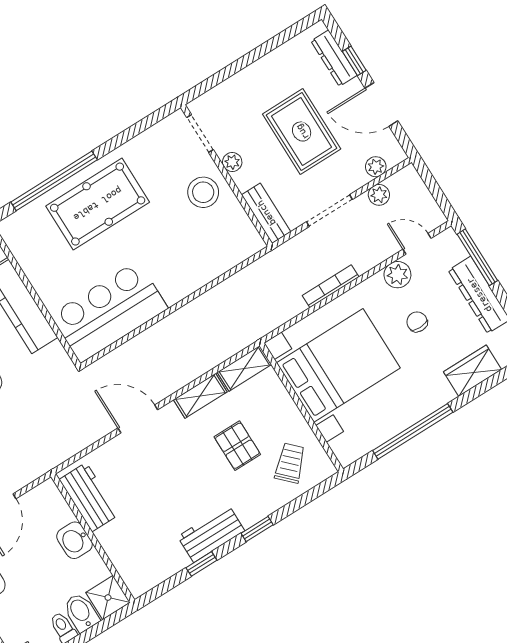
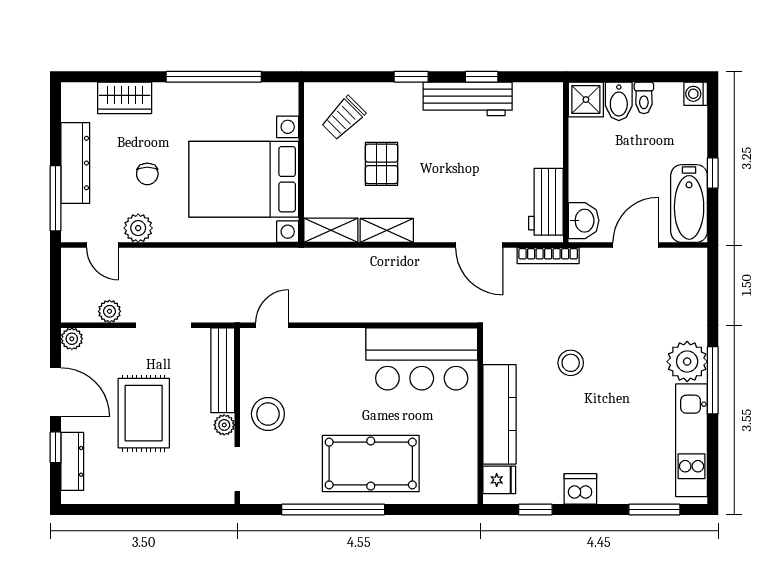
plant: (376, 167) -> (72, 339), moved
window: (54, 181) -> (333, 510), moved
bench: (266, 213) -> (223, 370), width x1.36
door: (244, 264) -> (272, 325), added
bookcase: (331, 286) -> (548, 256), moved
door: (138, 419) -> (479, 245), moved
workbench: (211, 534) -> (468, 99), width x1.37
washbasin: (75, 540) -> (584, 221), moved

